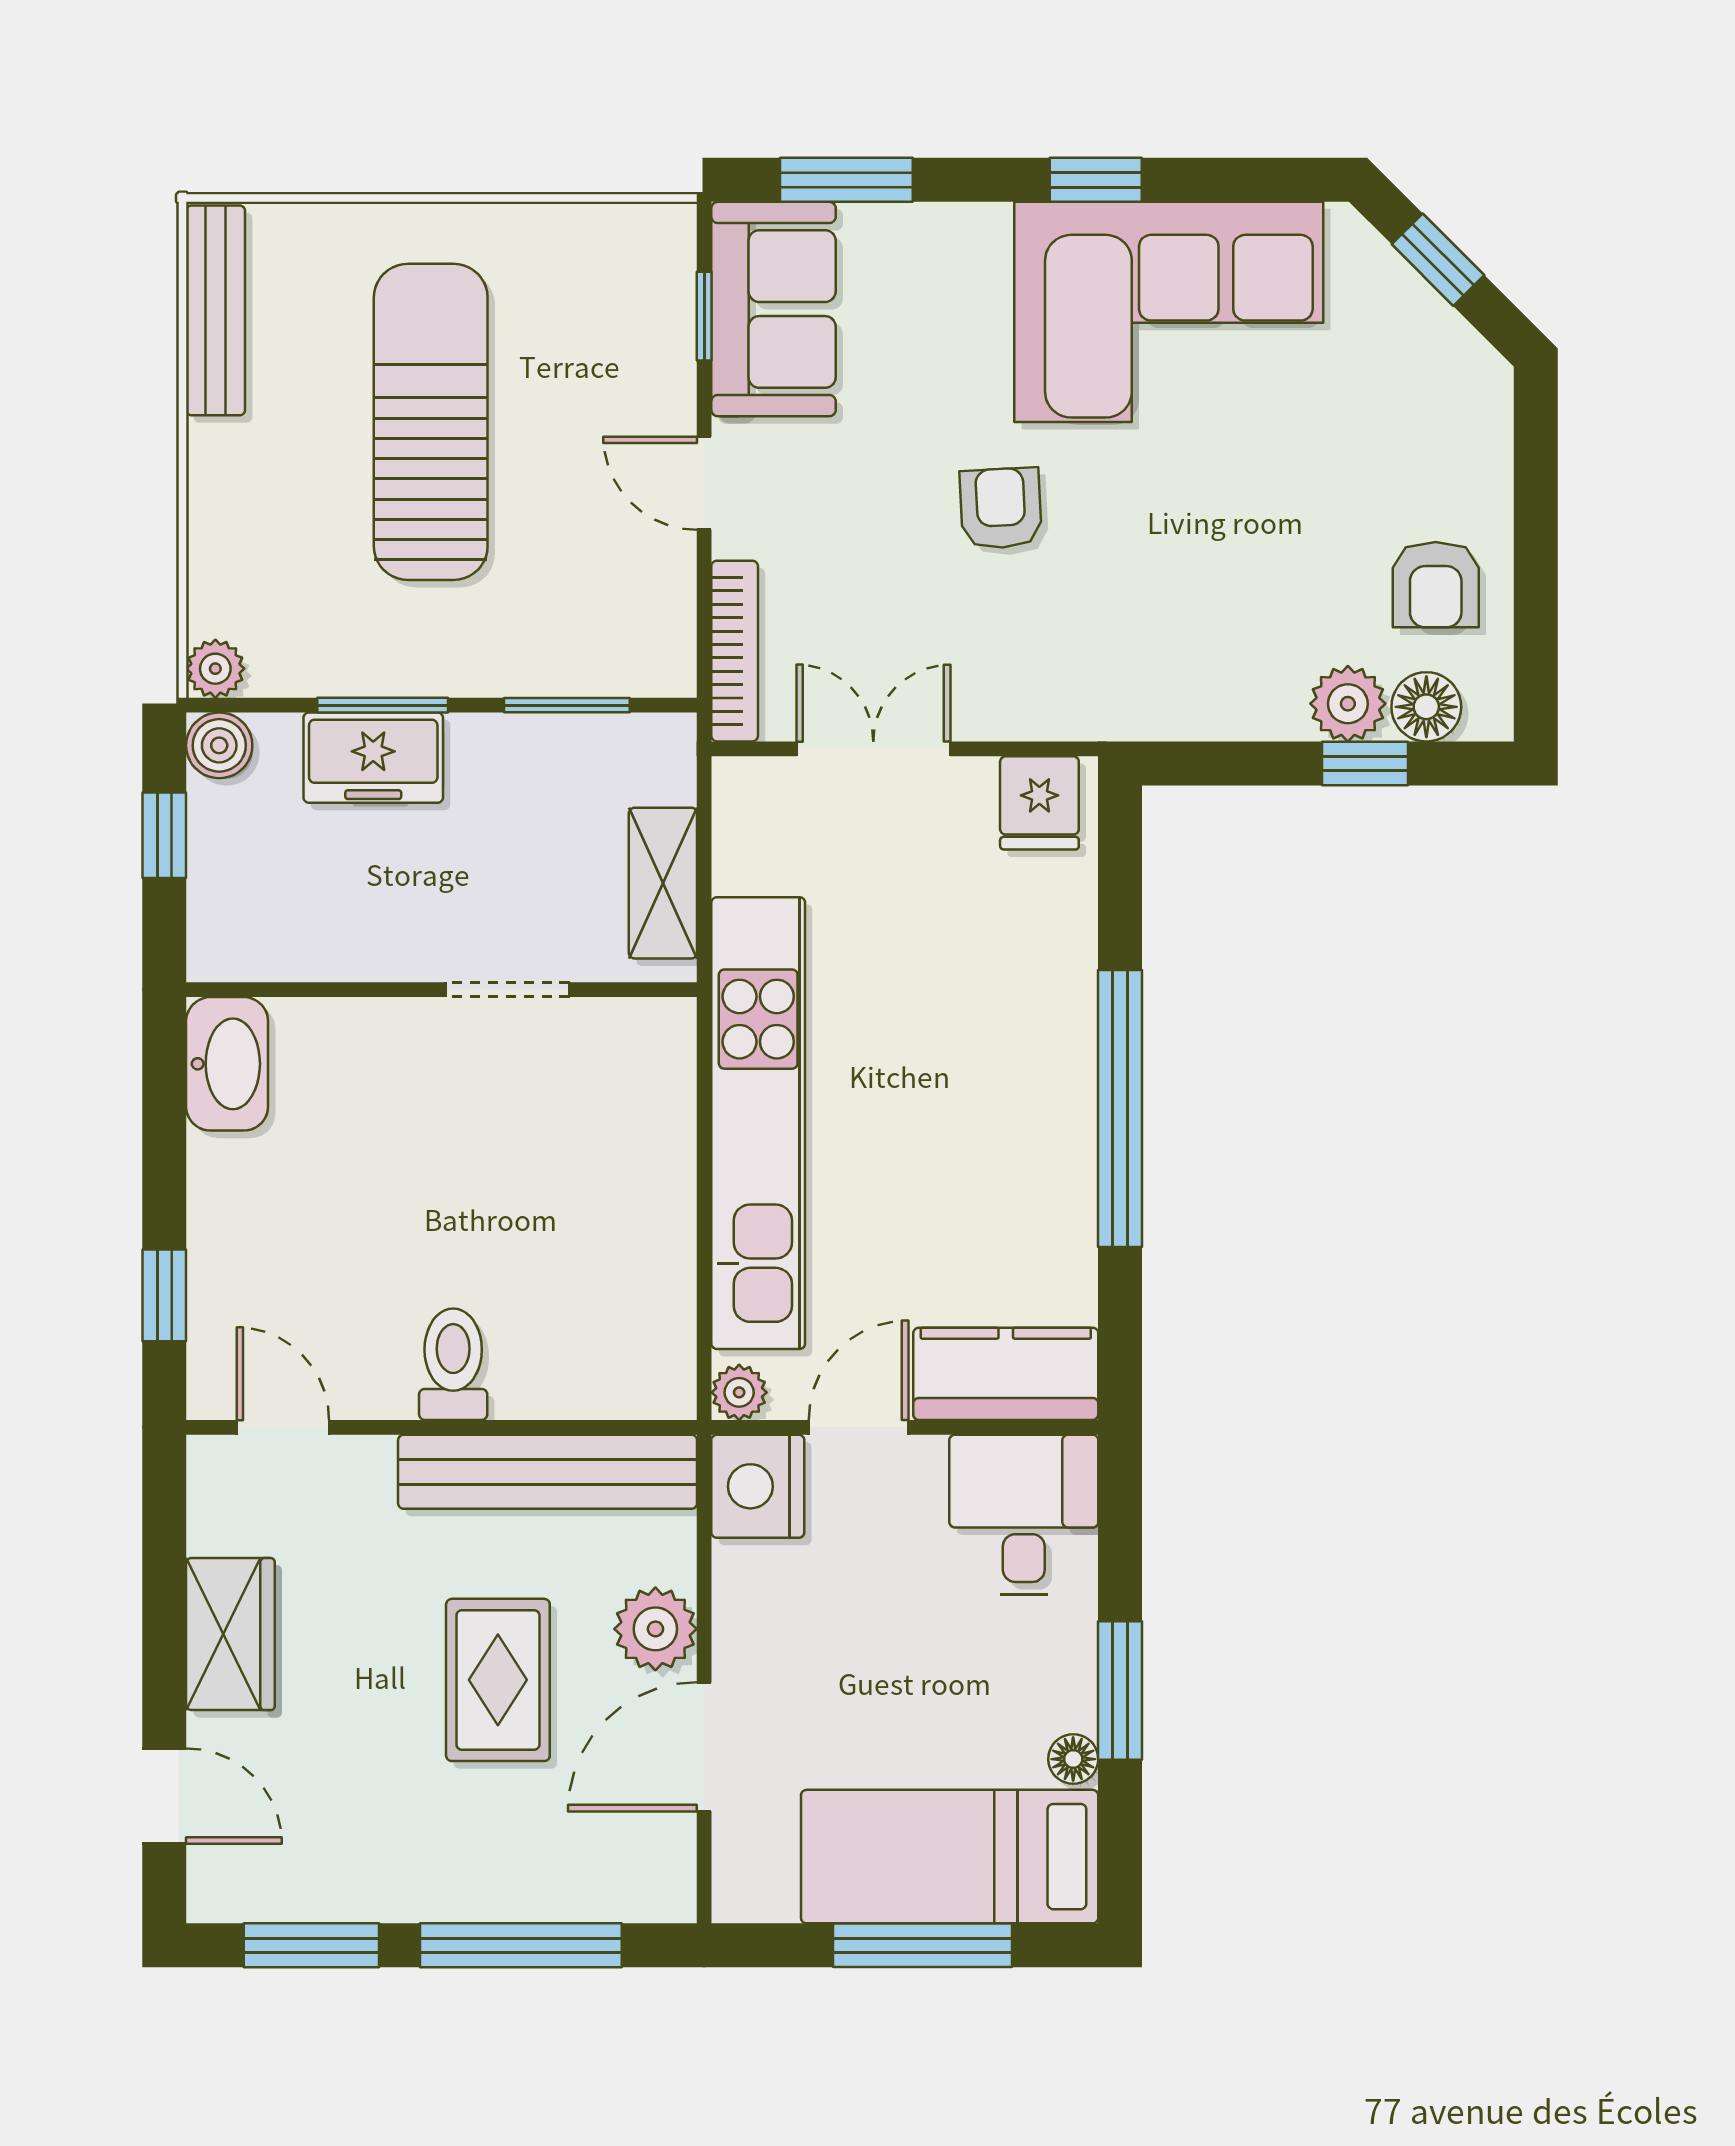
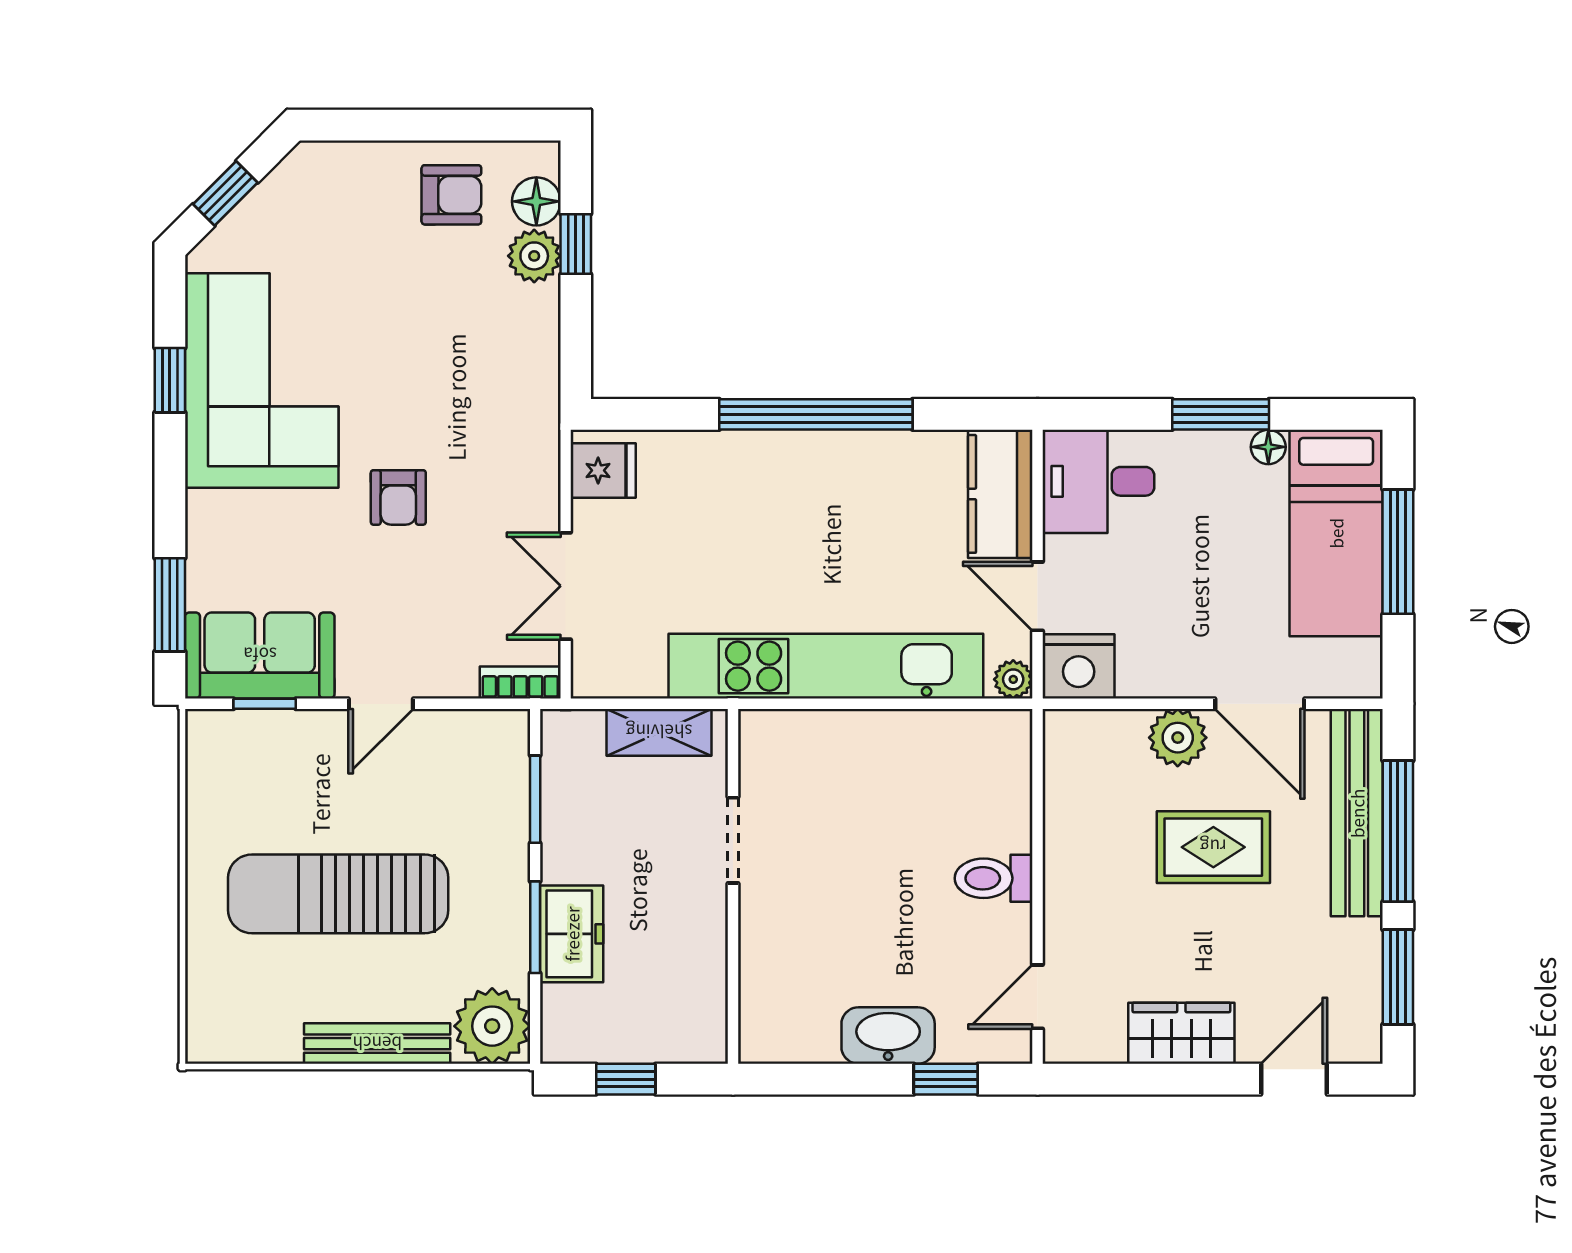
window: (1096, 180) -> (170, 380), moved
bench: (216, 310) -> (377, 1044), moved
armchair: (1001, 508) -> (398, 497), turned -87
bookcase: (735, 651) -> (520, 683), width x0.64
plant: (215, 669) -> (492, 1026), width x1.88, depth x1.88
boiler: (219, 745) -> (563, 1041), removed
washbasin: (227, 1064) -> (888, 1036), moved
bench: (548, 1472) -> (1357, 813), moved

